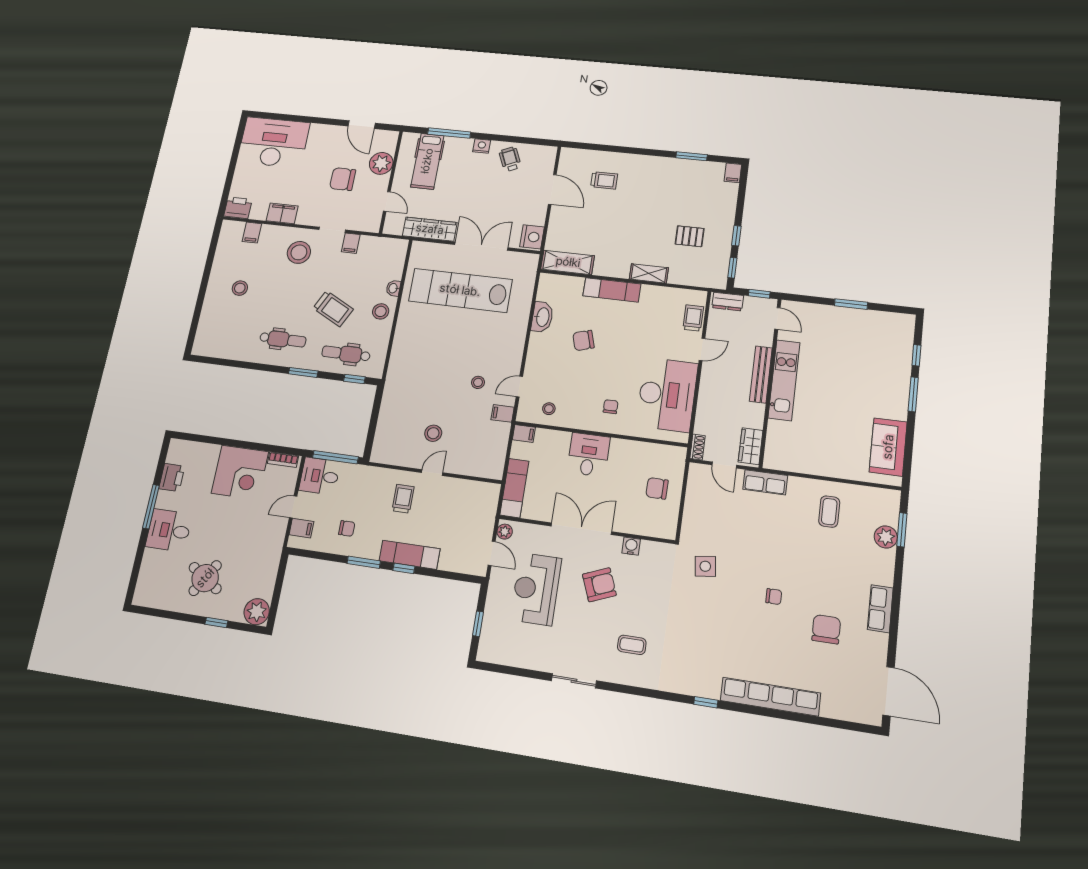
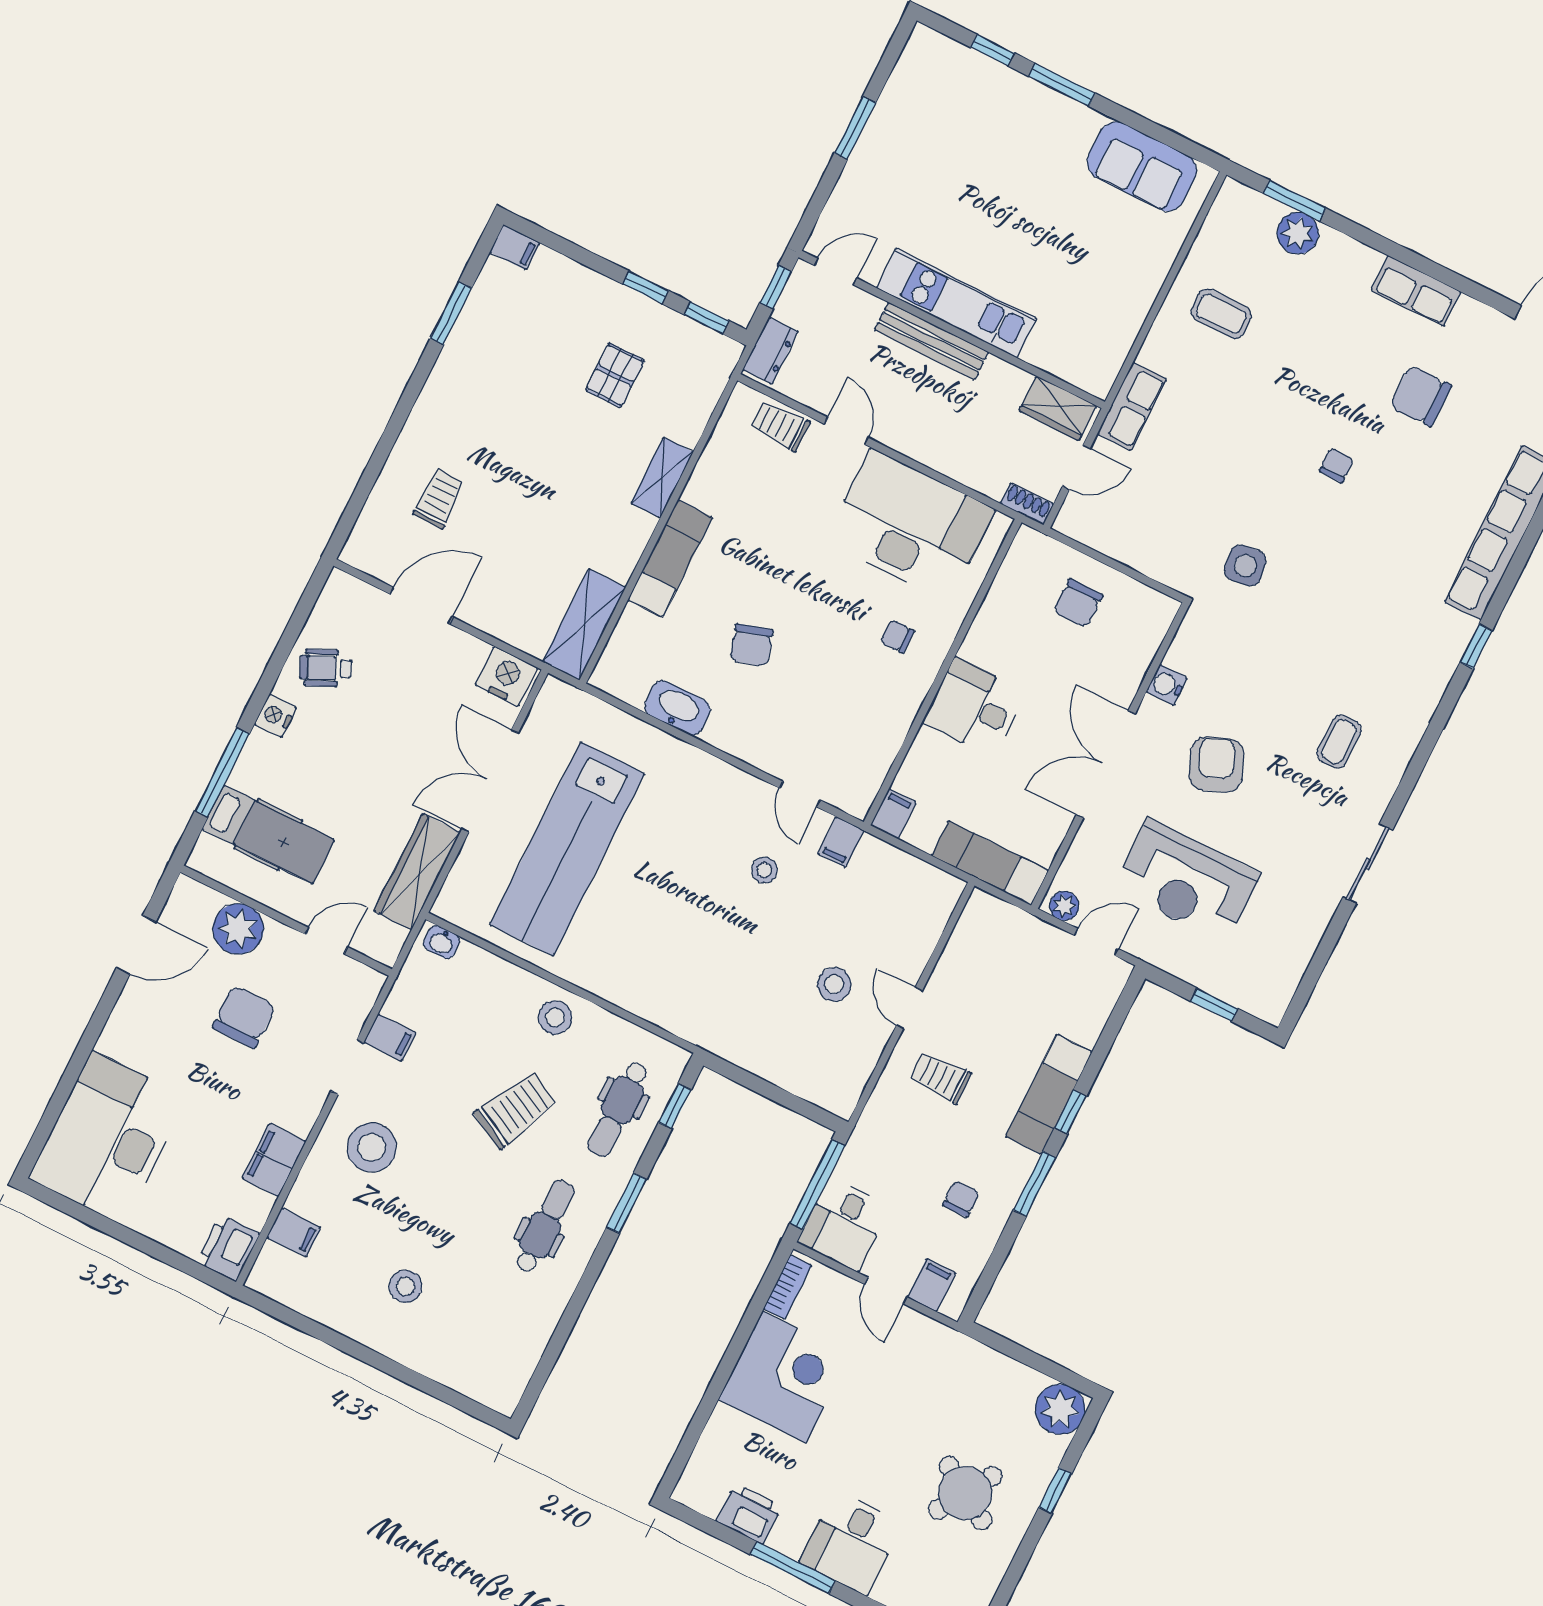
chair: (343, 179) -> (244, 1017), turned 180
washbasin: (393, 288) -> (442, 942), moved
stool: (549, 409) -> (862, 752), removed

